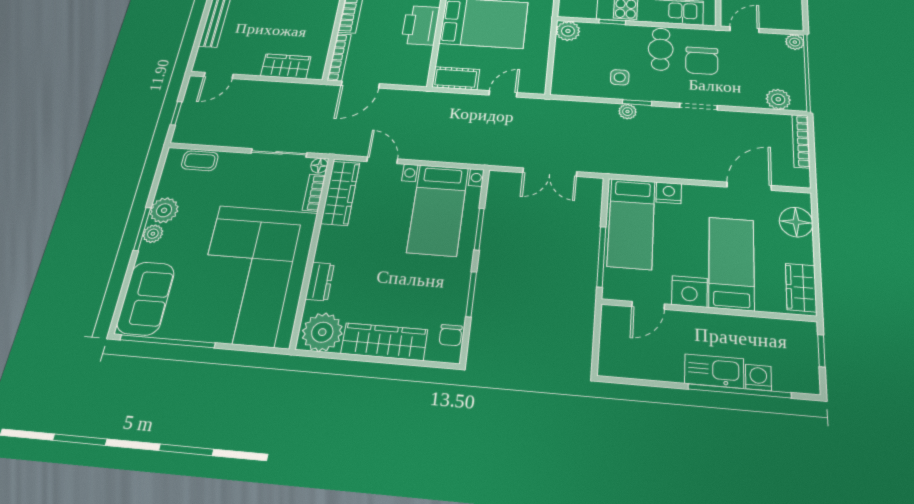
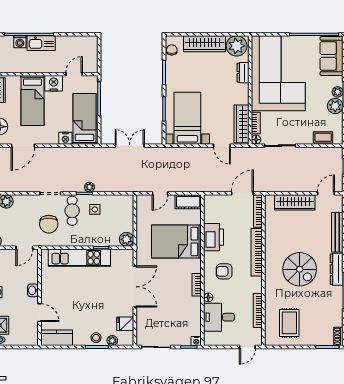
cafe table: (661, 49) -> (72, 211), moved
chair: (702, 61) -> (49, 224), turned 180
wardrobe: (286, 66) -> (295, 202), width x1.50

